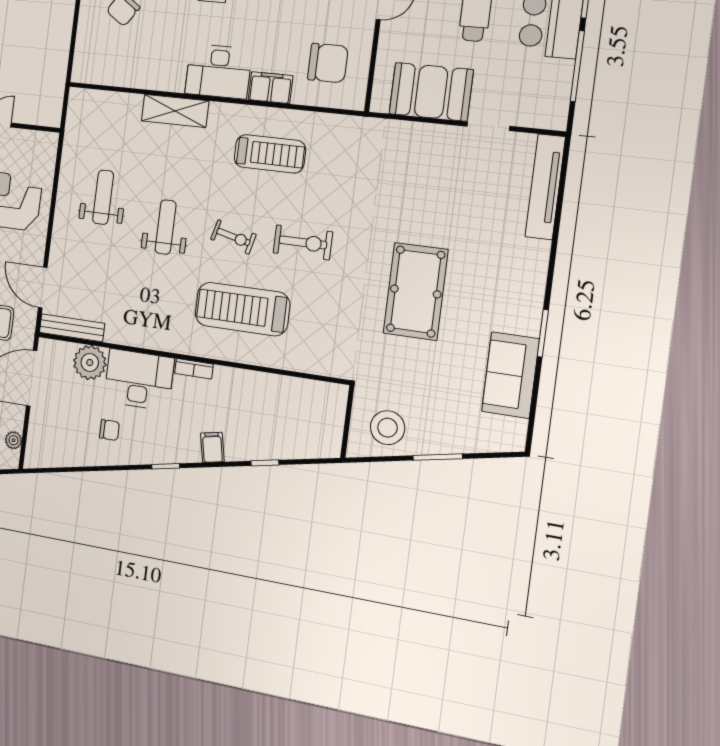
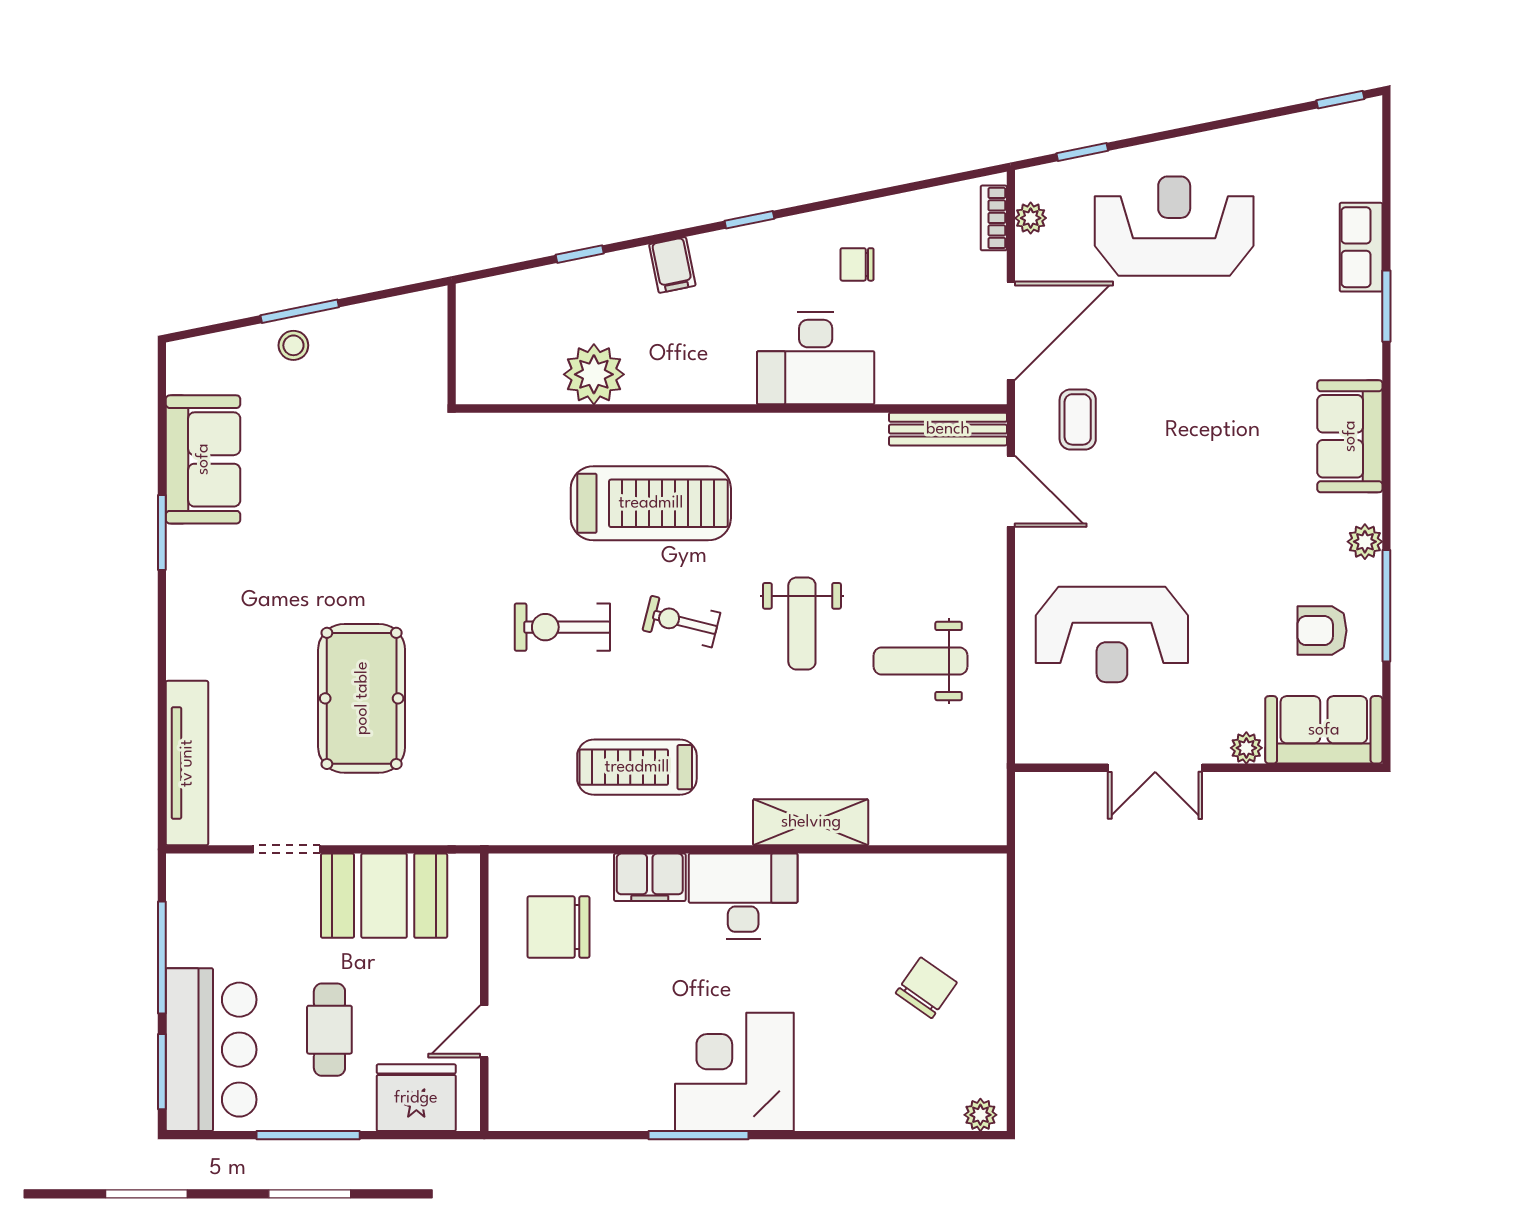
weight bench: (103, 197) -> (921, 661), turned 90
pool table: (416, 291) -> (362, 698), moved
plant: (90, 363) -> (594, 374), moved
bookcase: (194, 369) -> (994, 218), moved, turned -90
stool: (388, 428) -> (293, 345), moved, width x0.53, depth x0.53

